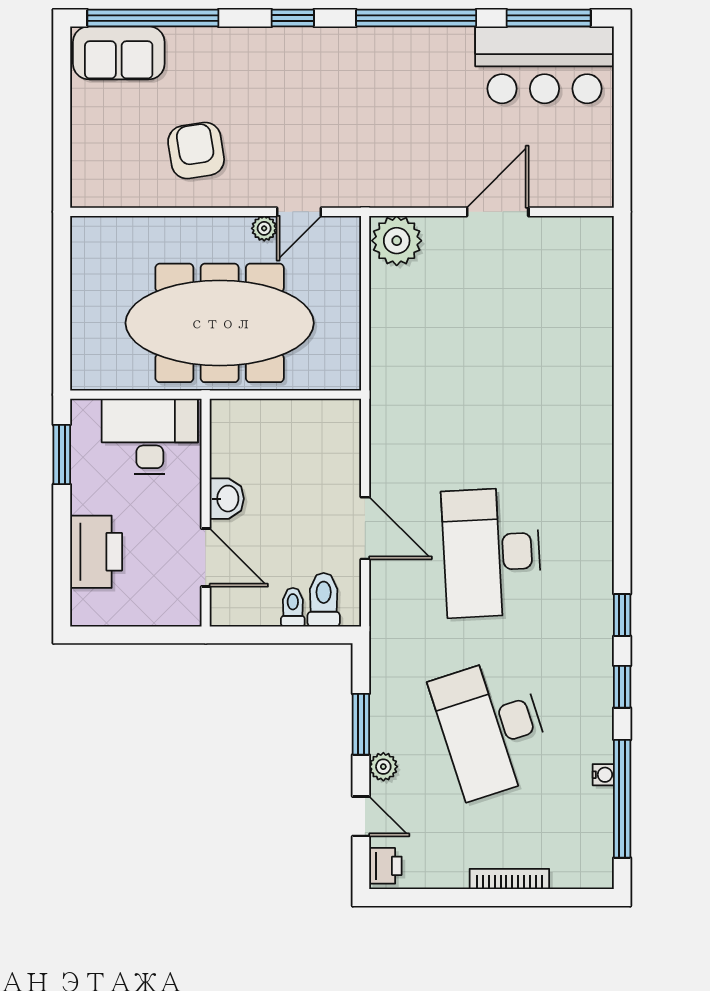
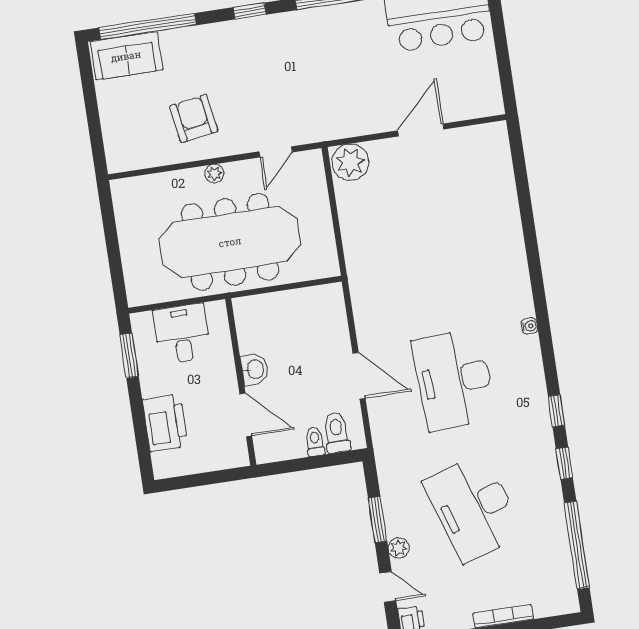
plant: (264, 228) -> (214, 174), moved
desk: (150, 436) -> (182, 334), width x0.73
water cooler: (603, 775) -> (529, 326), moved

